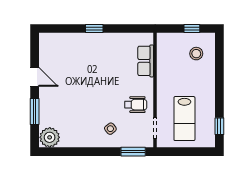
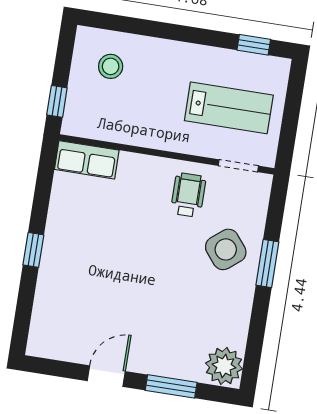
window: (192, 29) -> (57, 101), moved
row of seats: (146, 61) -> (87, 160), moved
side table: (110, 129) -> (226, 249), width x1.87, depth x1.87
window: (133, 152) -> (267, 263), moved

